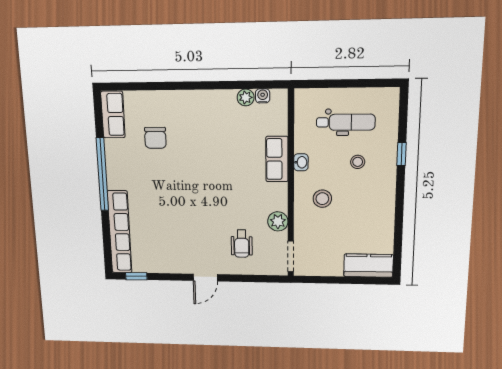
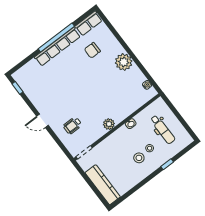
plant: (246, 97) -> (124, 62), moved, width x1.87, depth x1.87
row of seats: (277, 159) -> (124, 112), removed
stool: (322, 199) -> (139, 158), moved
plant: (278, 221) -> (109, 124), moved
row of seats: (120, 232) -> (57, 47), moved
kitchen counter: (368, 266) -> (103, 185), width x1.50

